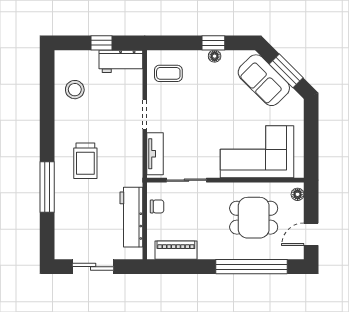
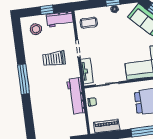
stool: (75, 90) -> (36, 29), moved
trolley: (85, 161) -> (54, 59), moved, turned 90
window: (47, 187) -> (24, 79), moved
workbench: (131, 217) -> (76, 96), moved

